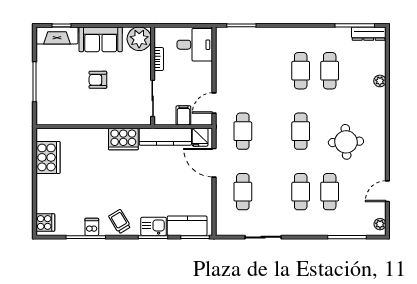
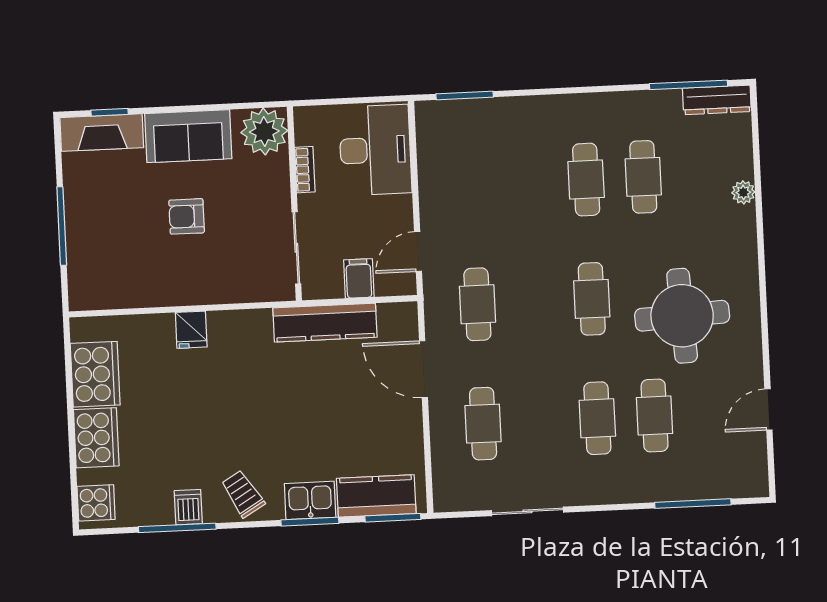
desk: (195, 45) -> (375, 150), width x1.37
fridge: (200, 137) -> (191, 330), moved
cooker: (123, 139) -> (96, 438), moved, turned -90
round table: (346, 142) -> (682, 316), width x1.36, depth x1.36
plant: (380, 224) -> (757, 475), removed

